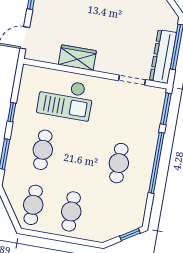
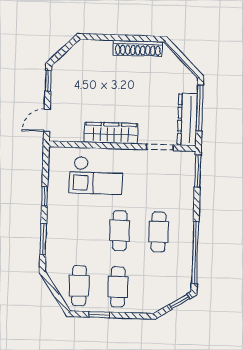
wardrobe: (77, 58) -> (111, 133), width x1.50
cafe table: (43, 150) -> (120, 231), moved
window: (156, 163) -> (195, 253), moved
window: (49, 236) -> (99, 315), added

